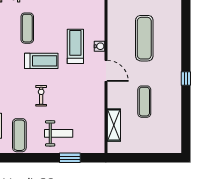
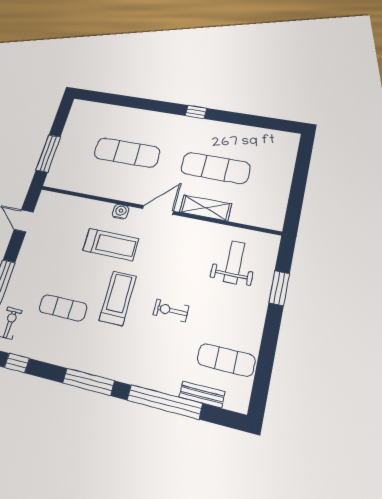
treadmill: (75, 46) -> (111, 244), turned 180
exercise mat: (144, 102) -> (215, 168), width x1.36, depth x1.45
shelving: (114, 125) -> (206, 208), moved
weight bench: (59, 133) -> (234, 262), moved

